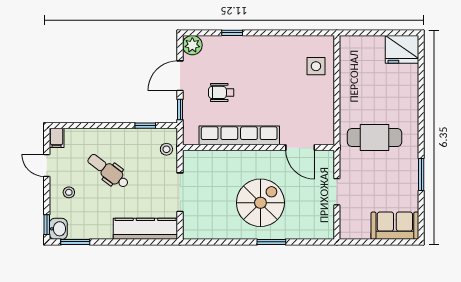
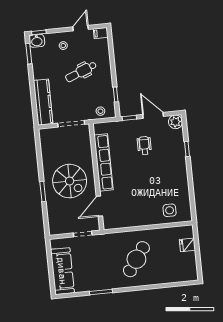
fridge: (402, 49) -> (187, 245), moved, width x0.53, depth x0.75
row of seats: (239, 135) -> (103, 162), moved
cafe table: (375, 137) -> (136, 259), moved, turned 35
wall: (258, 148) -> (96, 177), moved
door: (300, 148) -> (99, 206), moved
dental chair: (108, 171) -> (81, 72), turned -149
sofa: (395, 226) -> (62, 271), width x1.36

